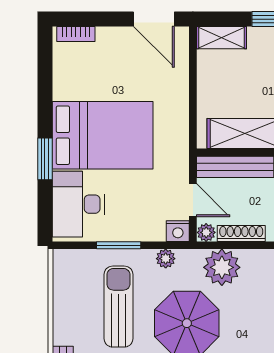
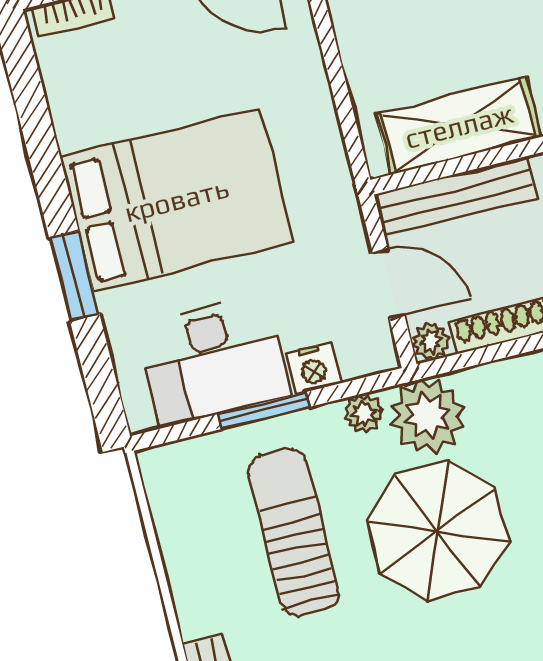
desk: (78, 204) -> (214, 361), moved, turned -90
nightstand: (178, 231) -> (313, 368), moved
plant: (222, 267) -> (427, 416), moved

